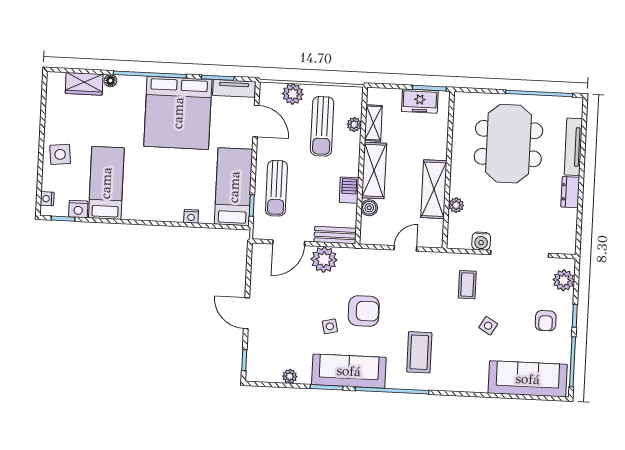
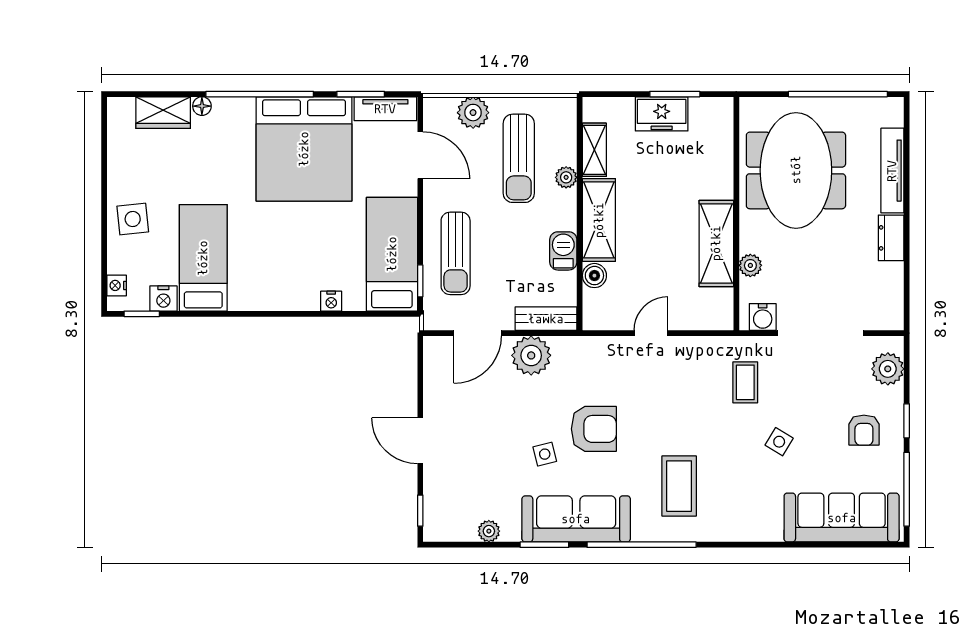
plant: (354, 124) -> (566, 177), moved
wall: (448, 170) -> (736, 214), moved
shelving: (434, 189) -> (716, 243), moved
plant: (456, 205) -> (750, 265), moved

